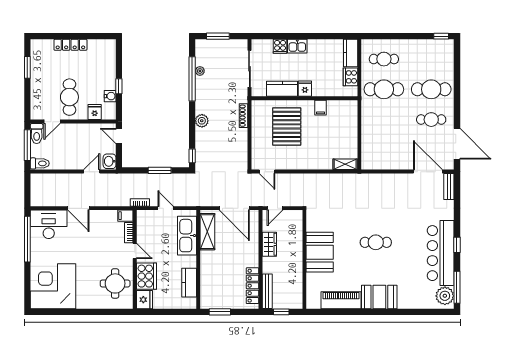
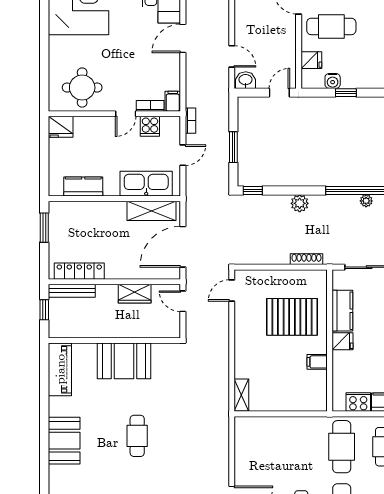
cooker: (146, 276) -> (150, 126), moved, width x0.53, depth x0.76
piano: (341, 300) -> (60, 369), moved

